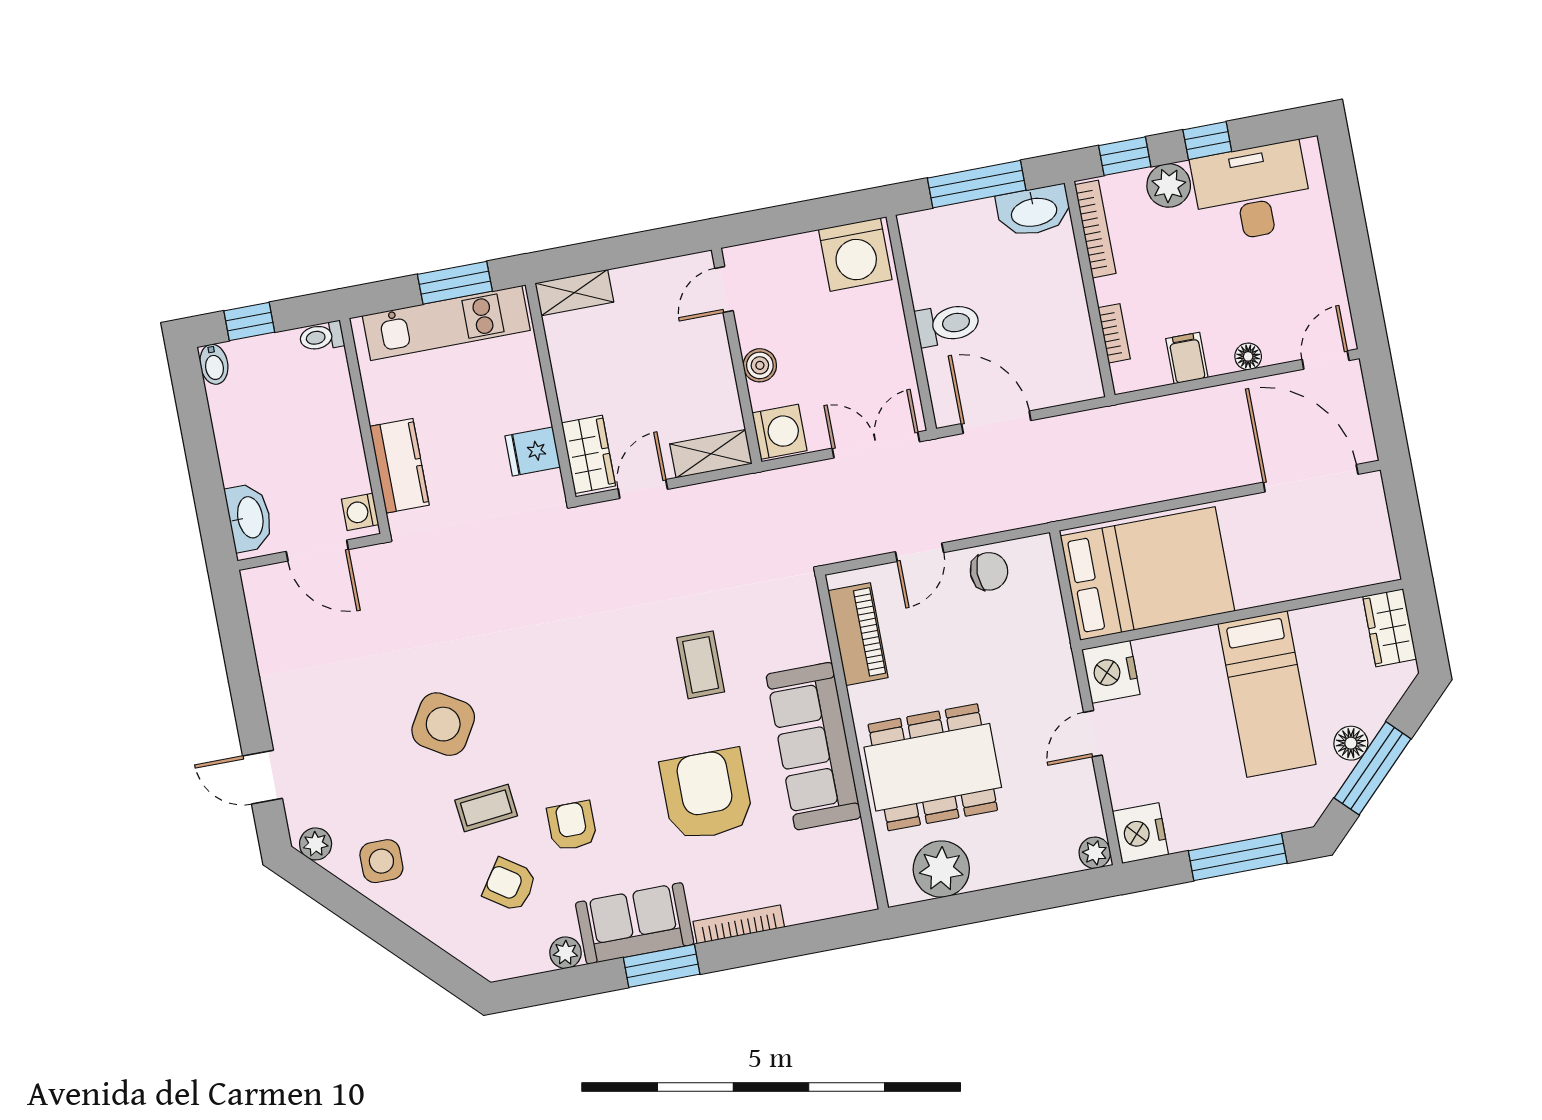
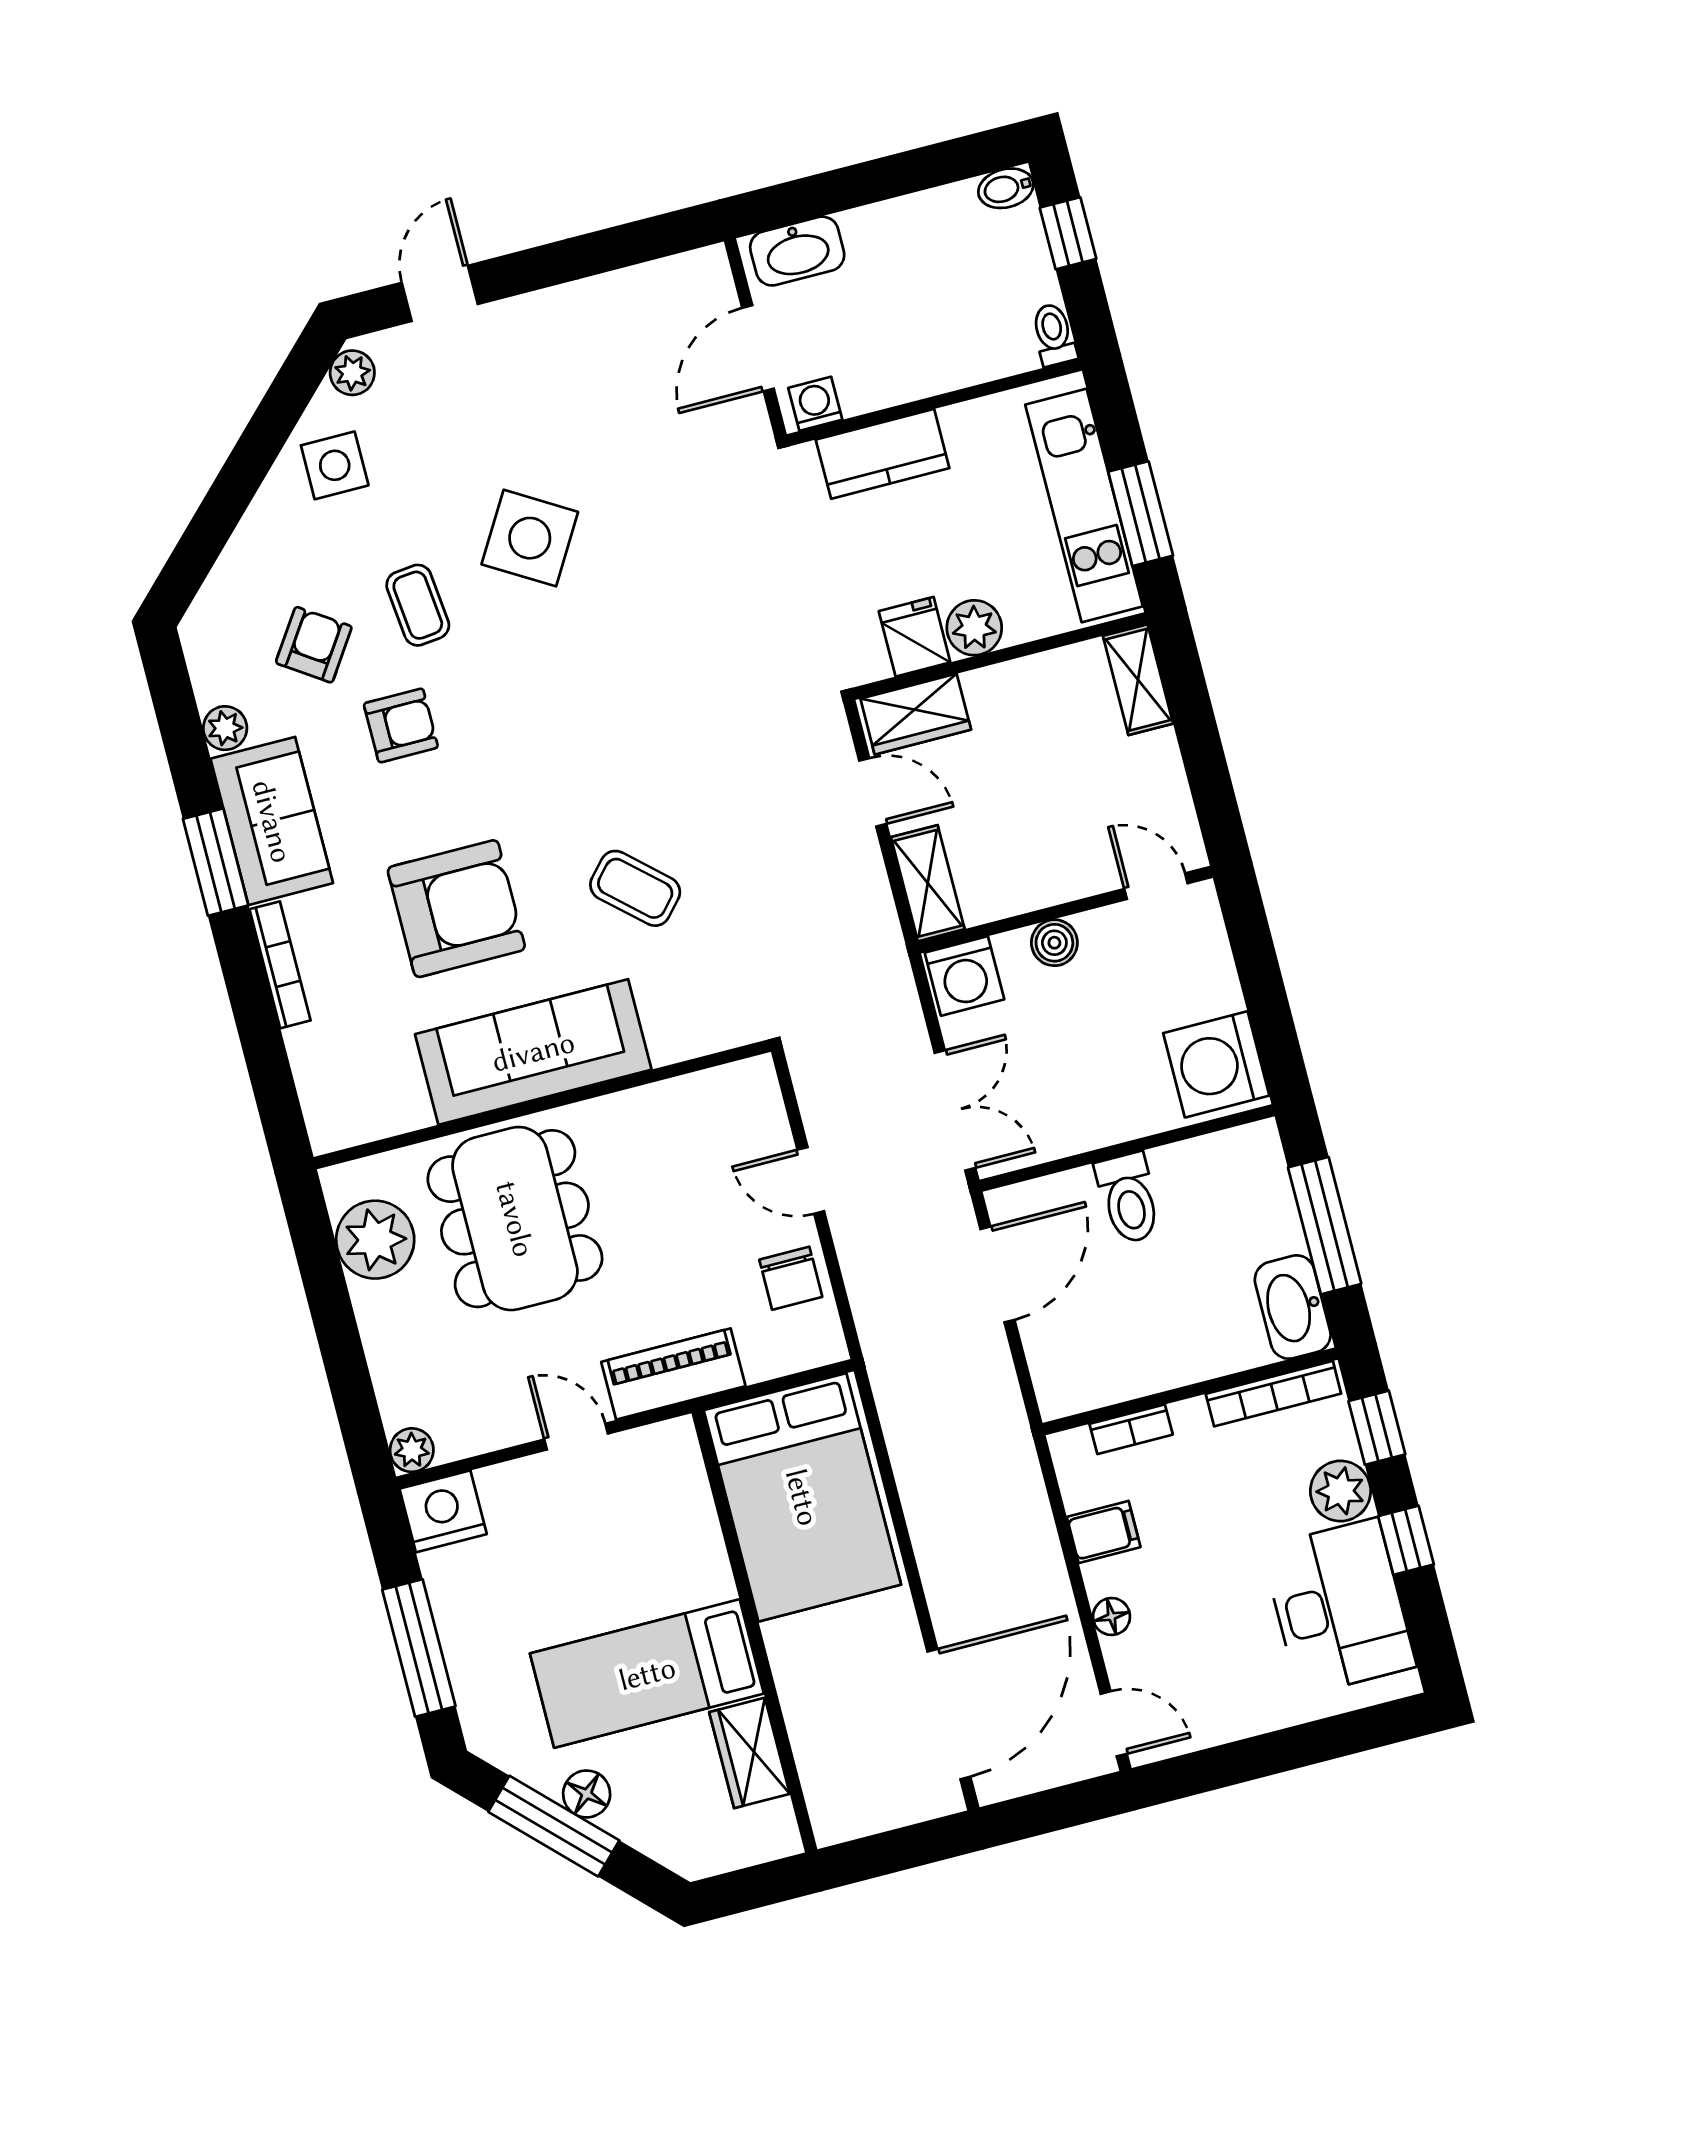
plant: (529, 408) -> (974, 628), added
wardrobe: (1390, 628) -> (750, 1753), moved, turned -90
piano: (858, 634) -> (673, 1374), moved, turned 180
coffee table: (701, 665) -> (635, 888), turned 42
nightstand: (1111, 672) -> (663, 1456), removed

